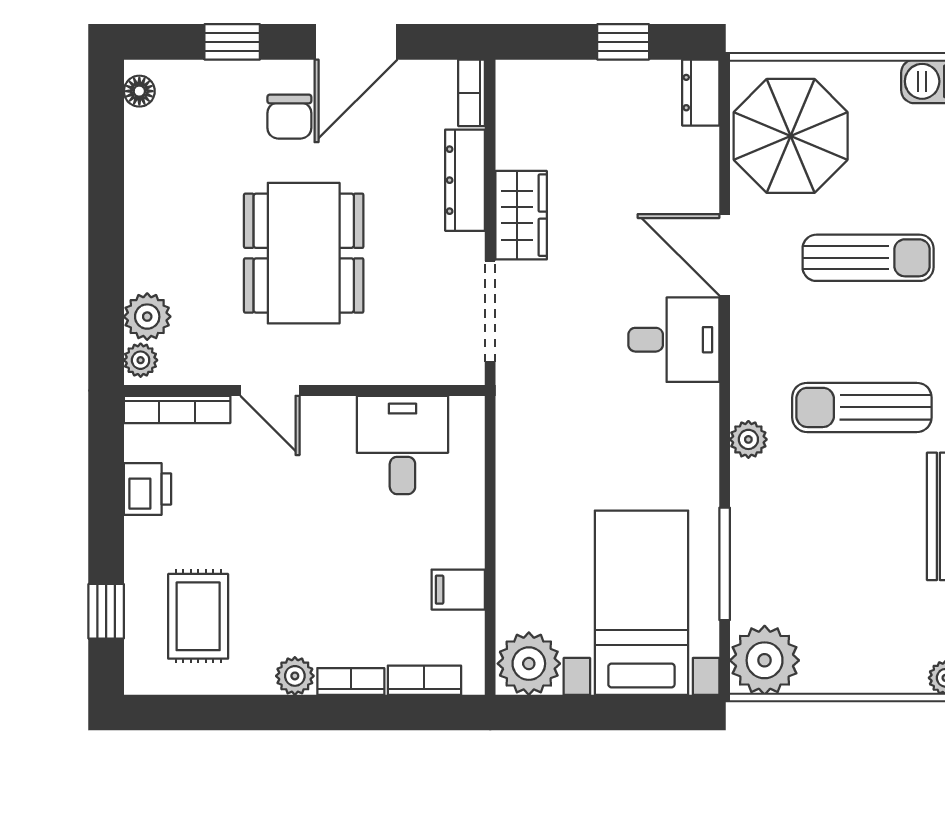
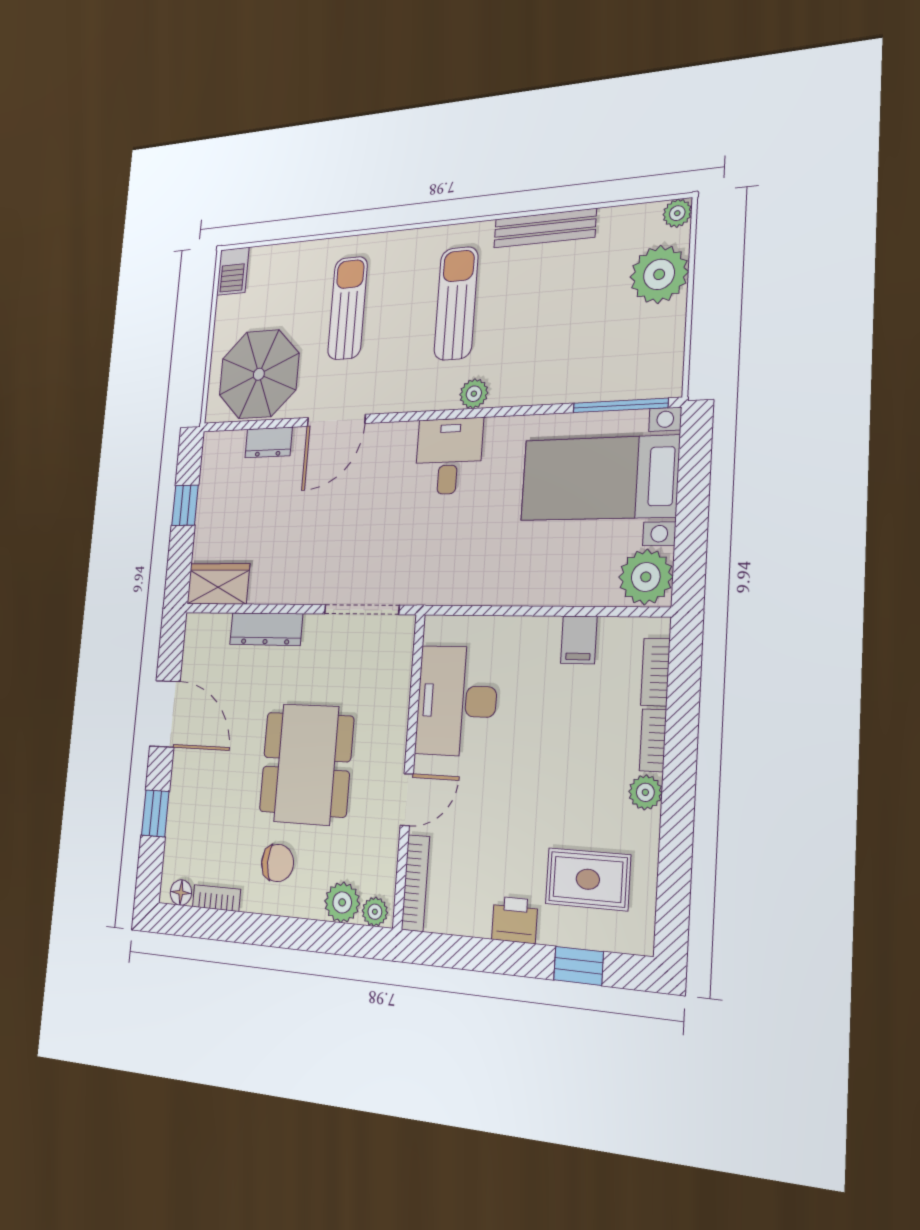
bookcase: (472, 93) -> (216, 898), moved, turned 180
dresser: (701, 93) -> (269, 442), moved
chair: (289, 117) -> (277, 863), moved
wardrobe: (521, 215) -> (218, 584), moved
dining table: (304, 253) -> (306, 764), turned 90
desk: (674, 340) -> (449, 456), moved
sun lounger: (862, 407) -> (456, 303), turned 180
desk: (402, 445) -> (457, 701), width x1.37
printer: (147, 489) -> (515, 920), moved
window: (725, 564) -> (620, 405), moved
plant: (765, 660) -> (659, 274), moved

